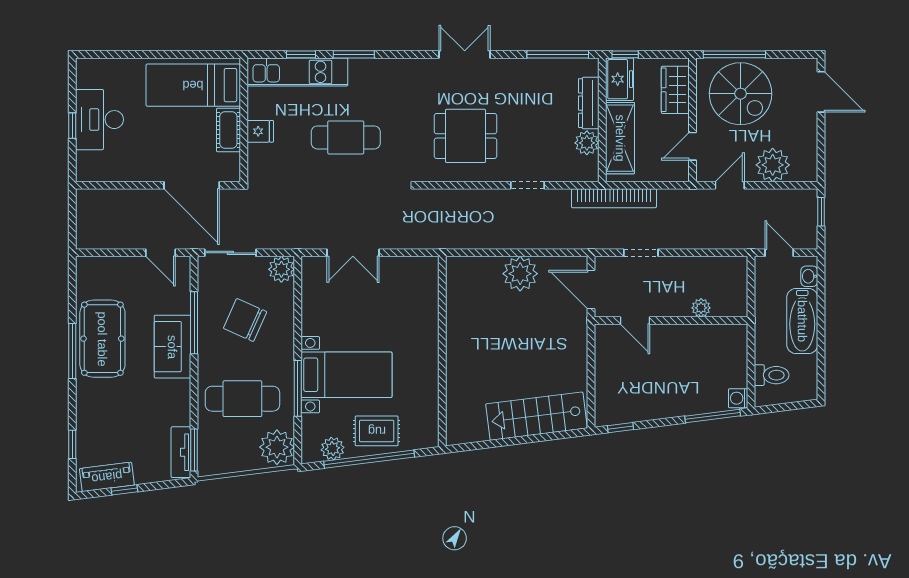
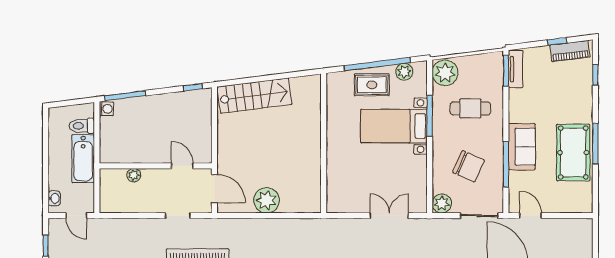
bathtub: (802, 321) -> (83, 159), moved, turned 180
cafe table: (242, 399) -> (470, 108), width x0.73, depth x0.74

